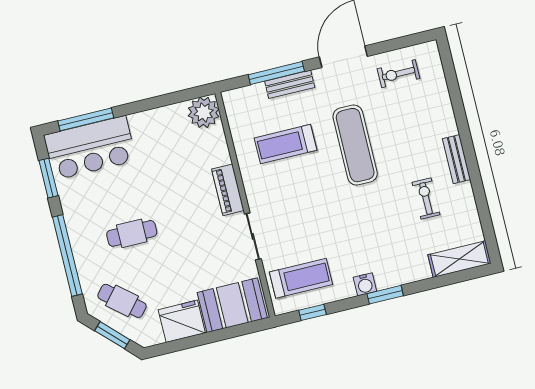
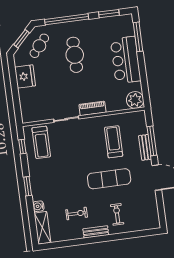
exercise bike: (399, 74) -> (117, 214), moved
bar counter: (90, 148) -> (126, 60), moved
cafe table: (132, 233) -> (75, 55), width x1.37, depth x1.35
water cooler: (365, 284) -> (38, 206), moved
booth: (232, 305) -> (31, 104), removed

